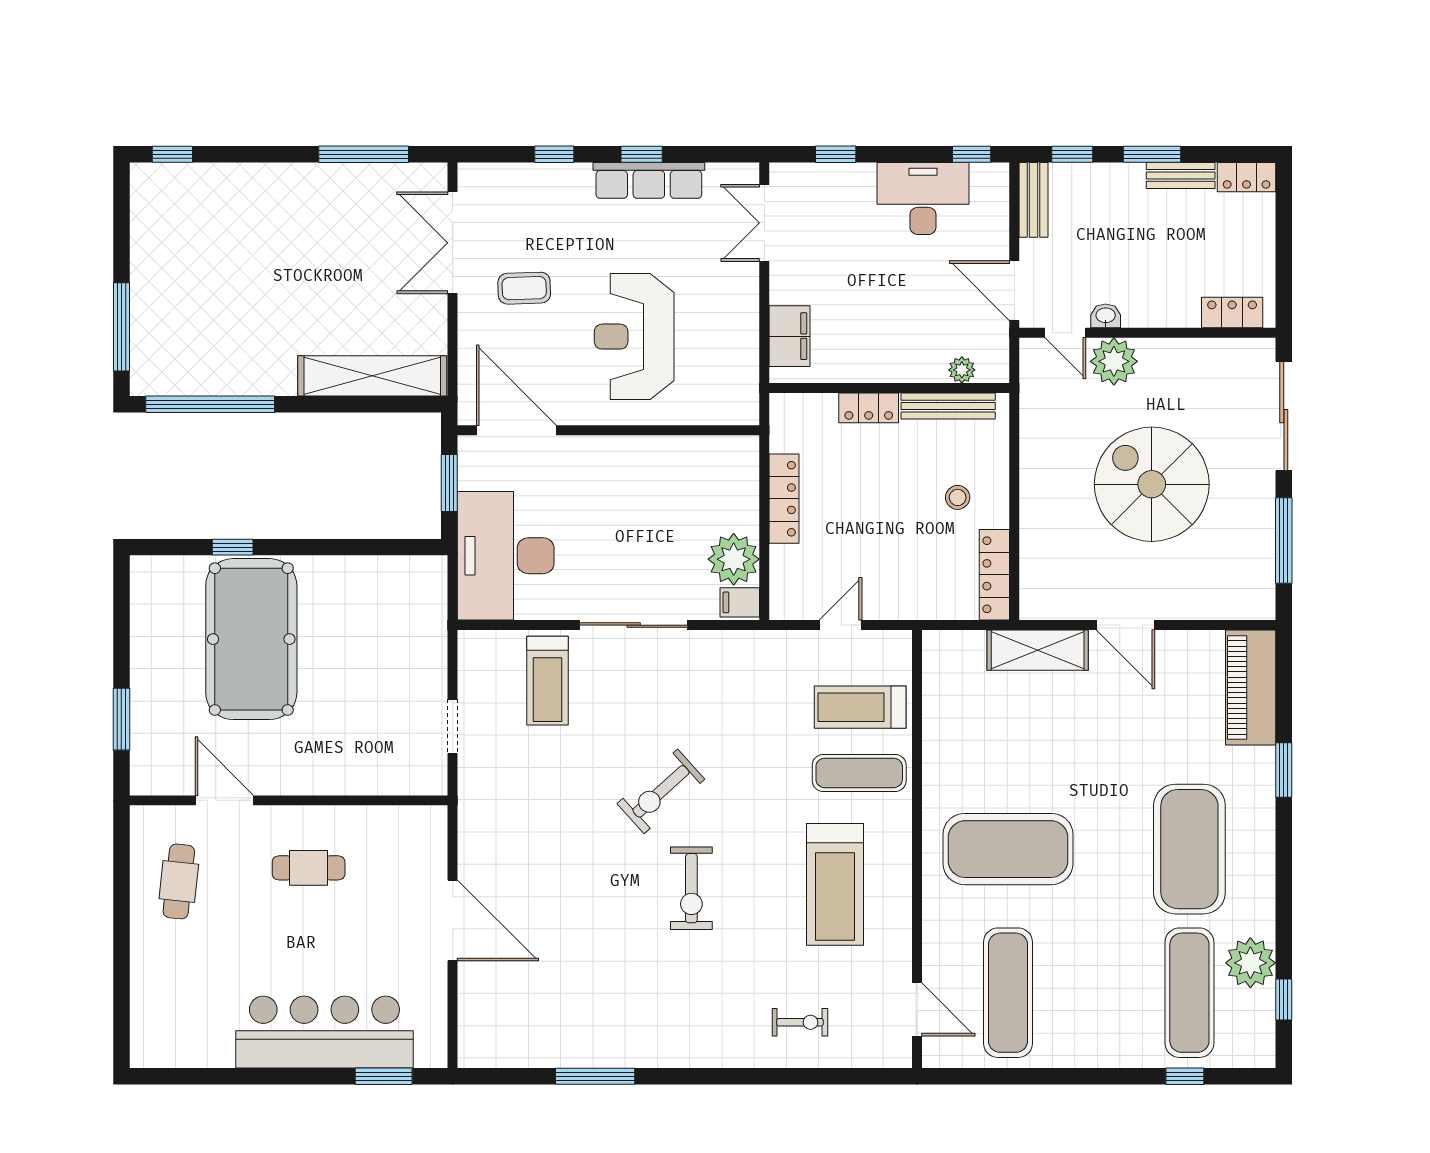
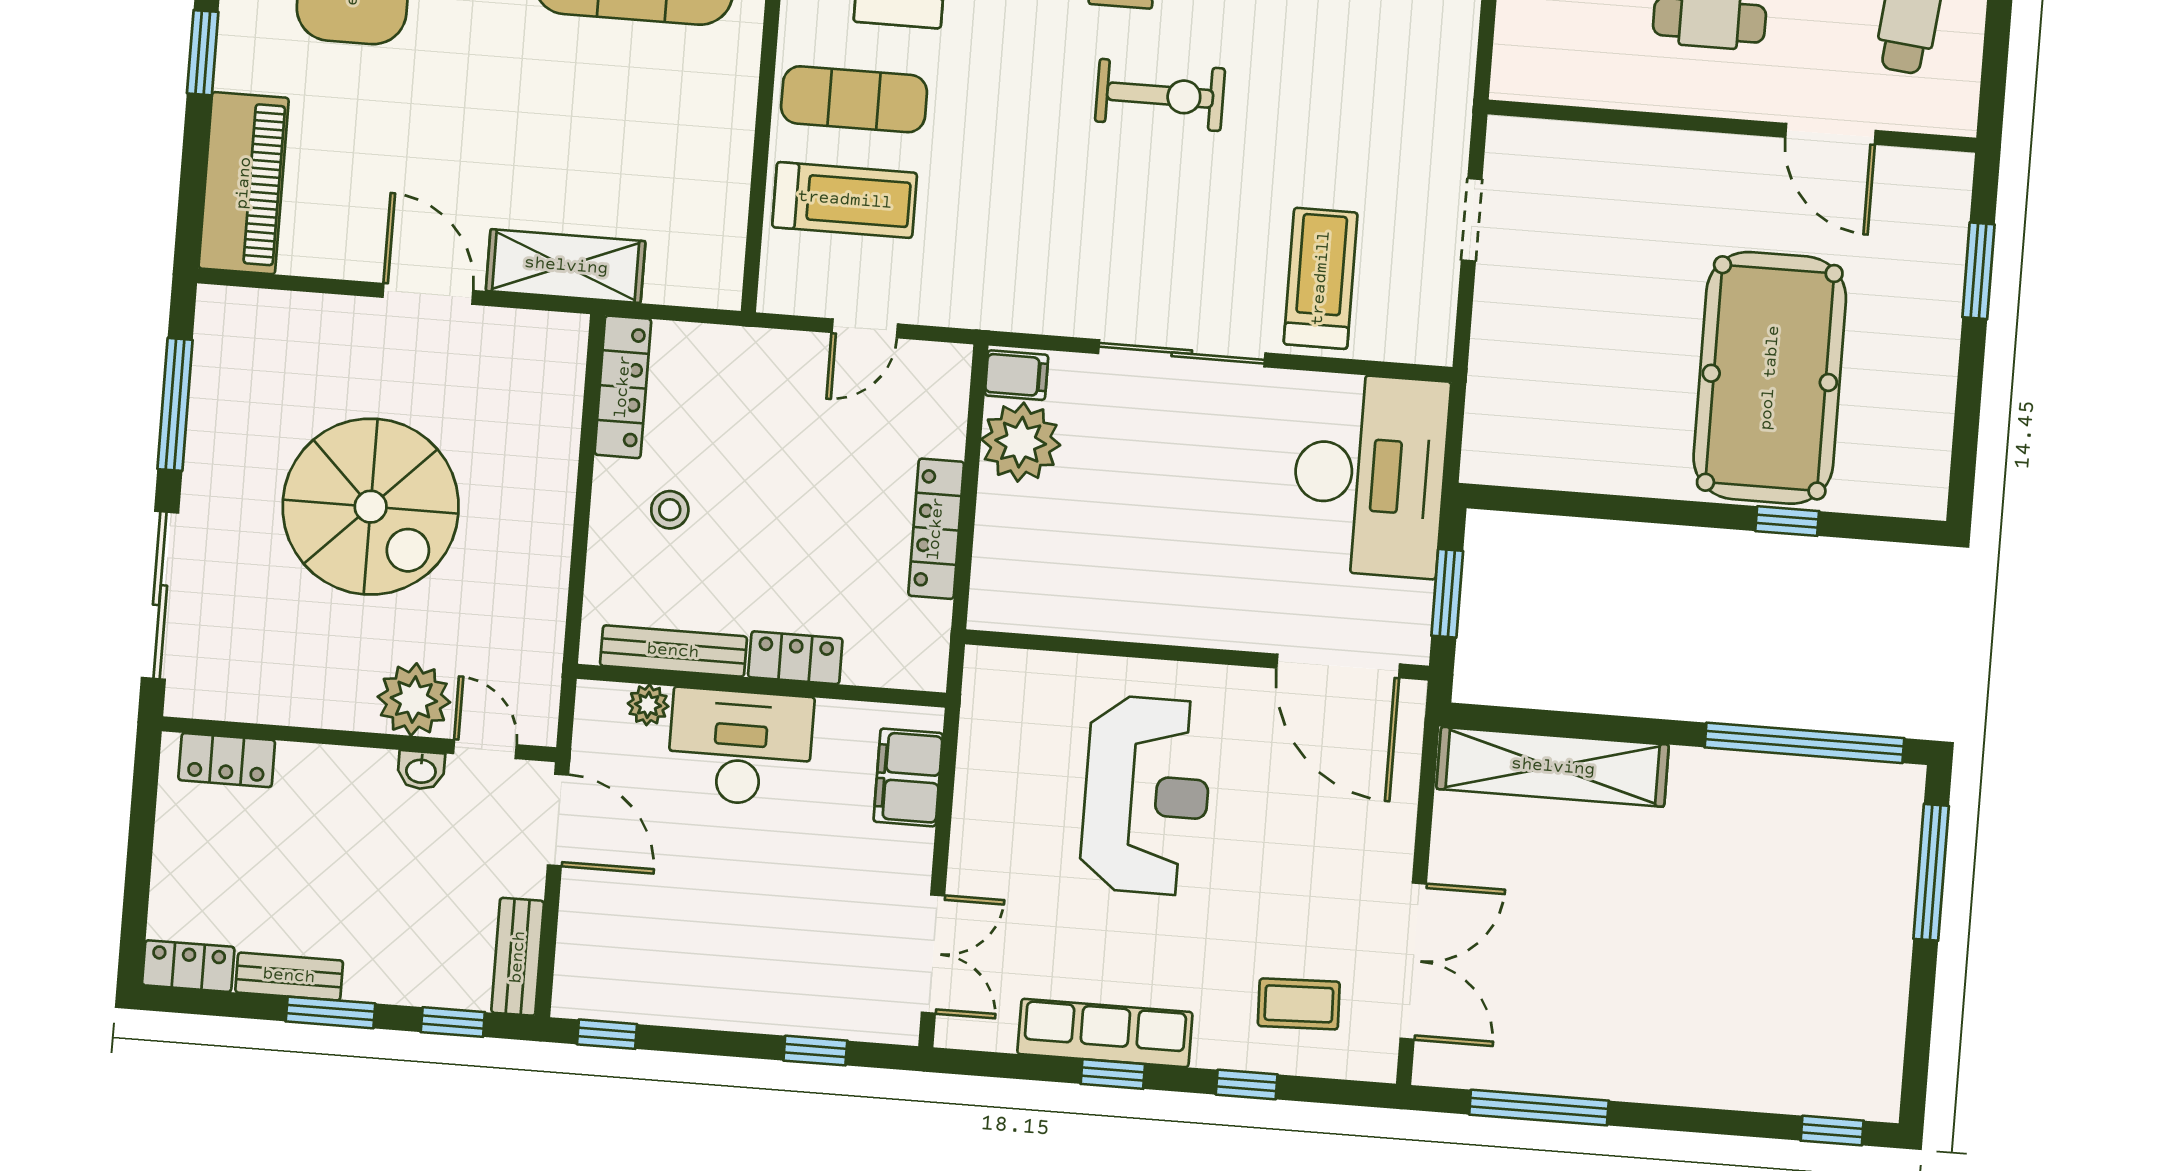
desk: (923, 198) -> (740, 747), moved, turned 180
coffee table: (524, 288) -> (1299, 1004), moved
exercise bike: (661, 791) -> (1160, 95), turned 42

